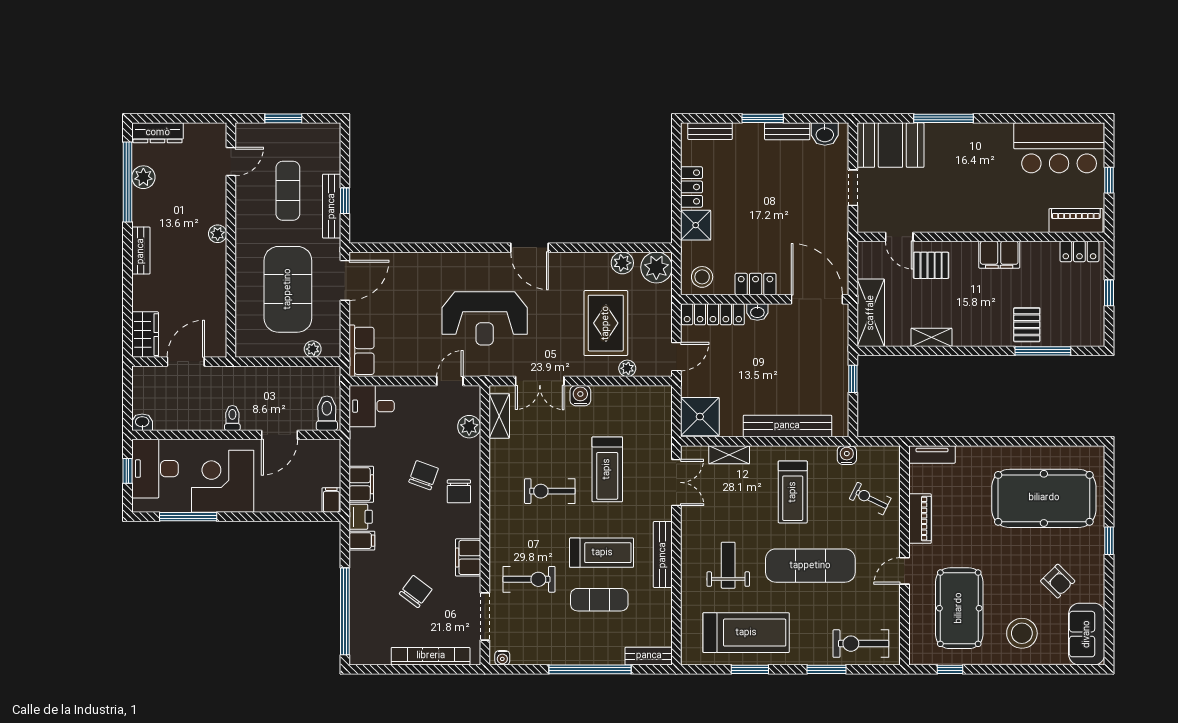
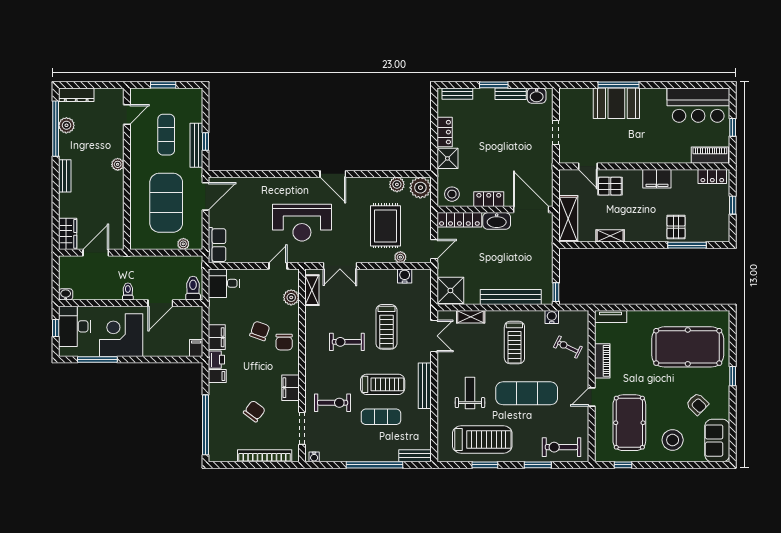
booth: (890, 145) -> (616, 103), moved
washbasin: (757, 312) -> (497, 221), width x1.91, depth x1.45
window: (853, 379) -> (556, 292), moved
water cooler: (580, 396) -> (405, 276), moved

